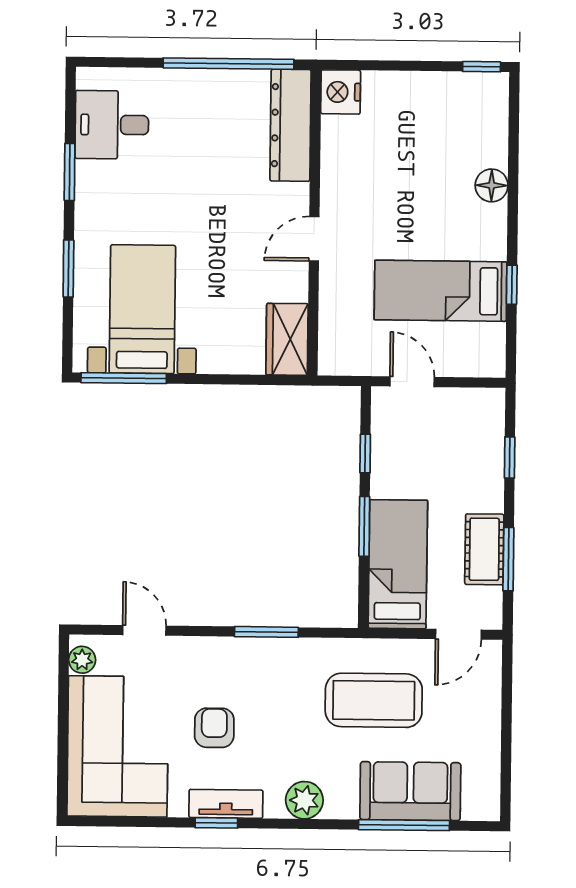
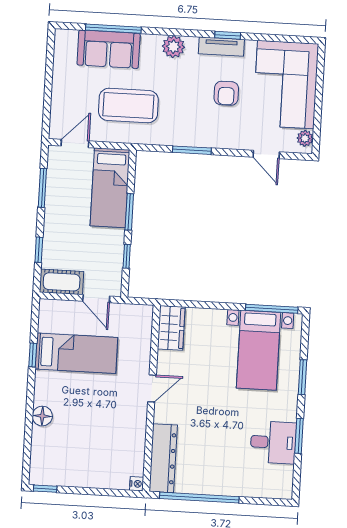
nightstand: (341, 92) -> (137, 484), width x0.53, depth x0.56
desk: (112, 125) -> (273, 442), moved
cot: (484, 549) -> (62, 282), moved, turned 90

